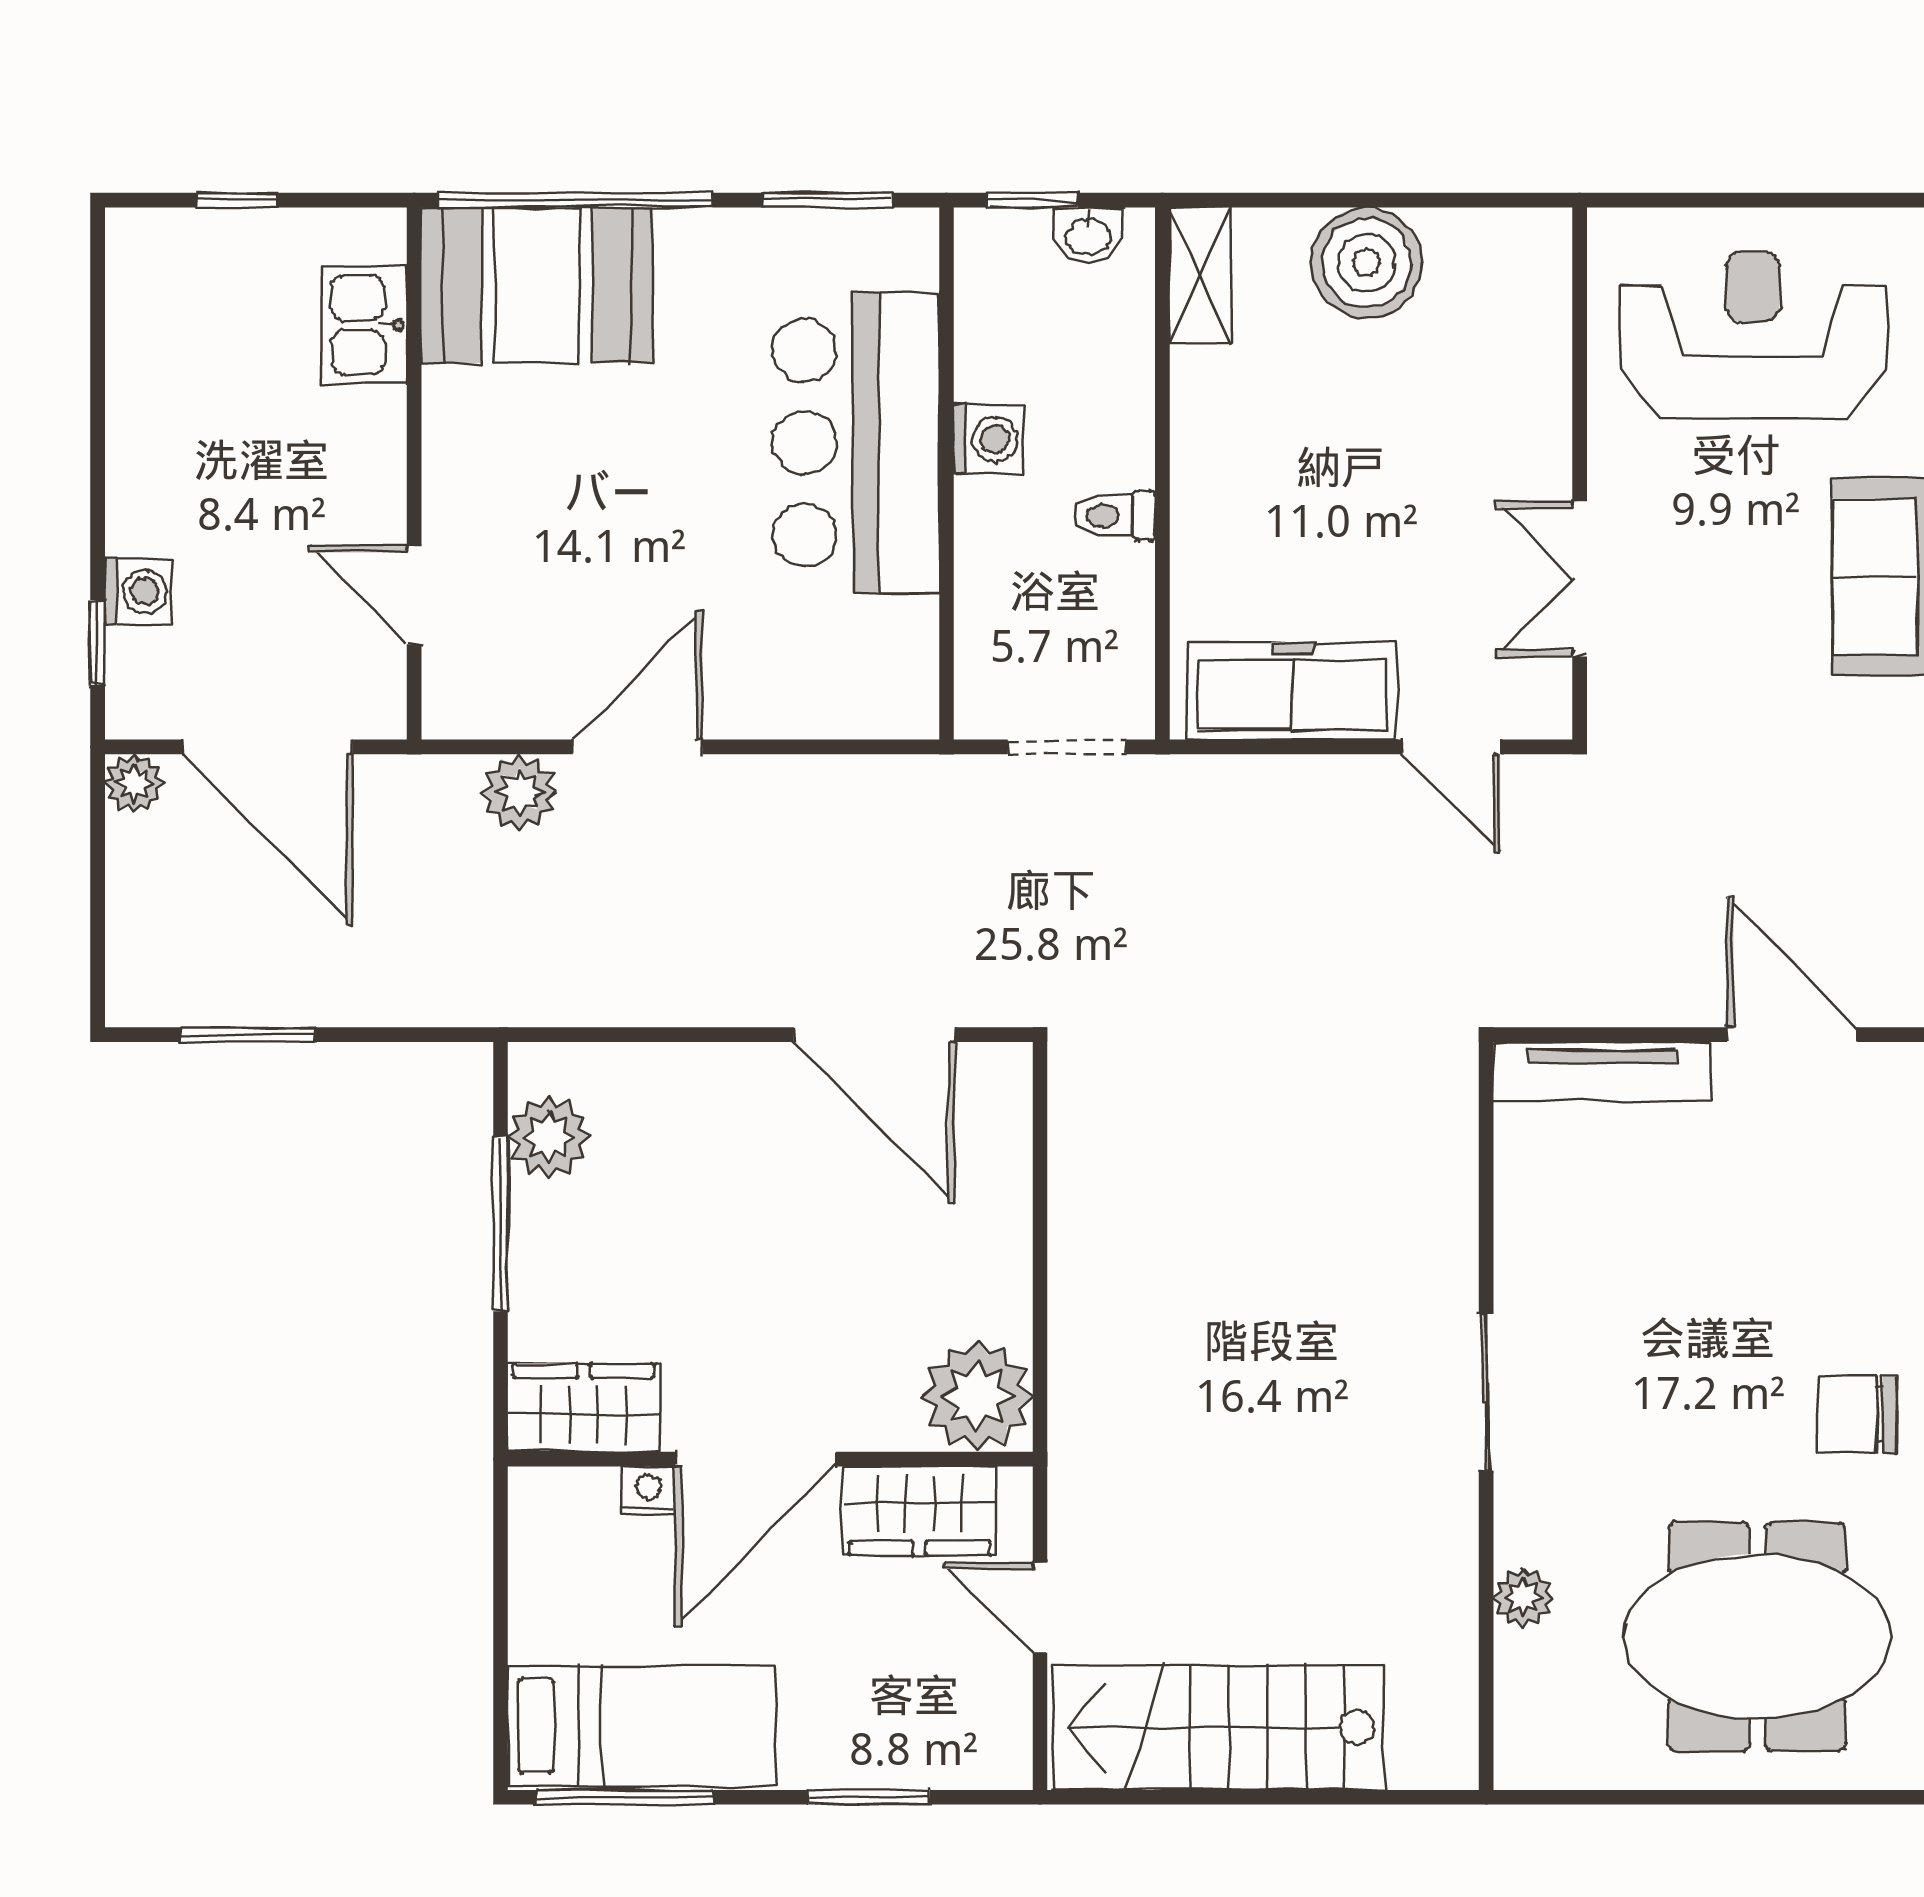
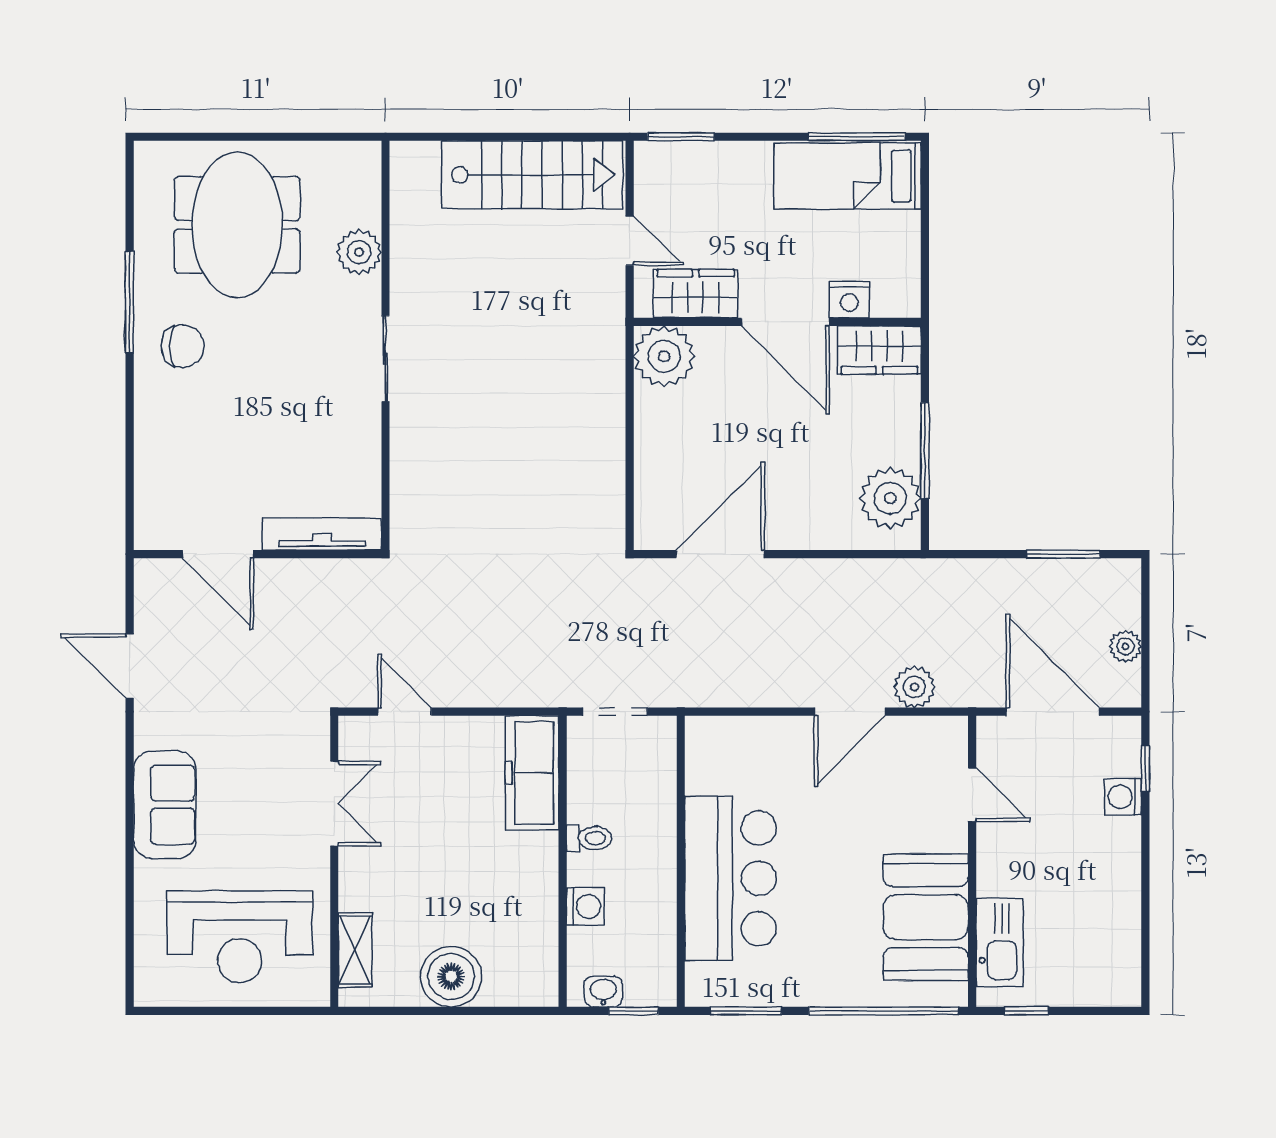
window: (237, 200) -> (1026, 1011), moved
shelving: (1200, 275) -> (355, 950), moved
booth: (537, 285) -> (926, 917), moved, turned 90
kitchen sink: (364, 325) -> (1000, 942), width x1.38
washing machine: (988, 439) -> (585, 906), moved, turned 180
freezer: (1292, 691) -> (532, 773), moved, turned 90
plant: (134, 783) -> (1125, 646), moved
door: (874, 1035) -> (720, 554), hinge flipped
plant: (549, 1137) -> (890, 498), width x1.36, depth x1.36
door: (755, 1459) -> (785, 322), swing flipped
nightstand: (649, 1491) -> (849, 300), width x1.39, depth x1.35
plant: (1523, 1598) -> (359, 252), width x1.38, depth x1.38
meeting table: (1757, 1636) -> (237, 225), turned 90
window: (869, 1797) -> (681, 137), moved

